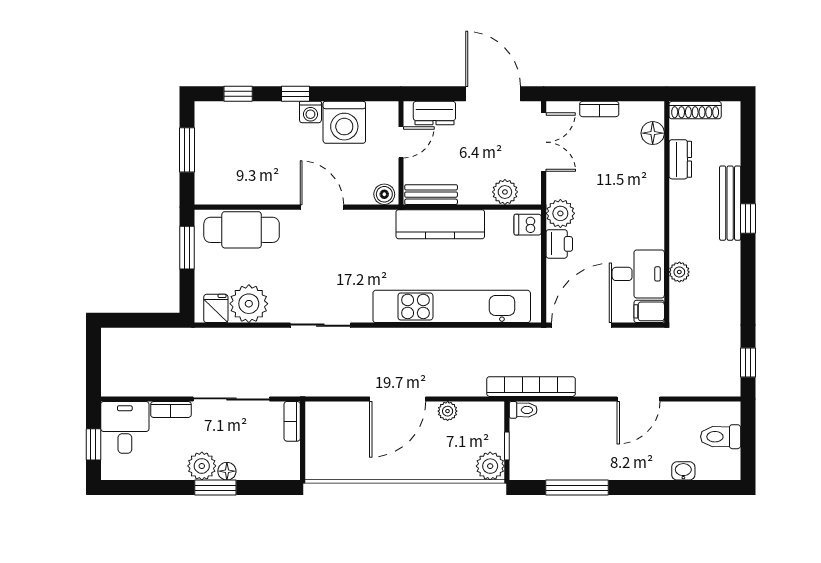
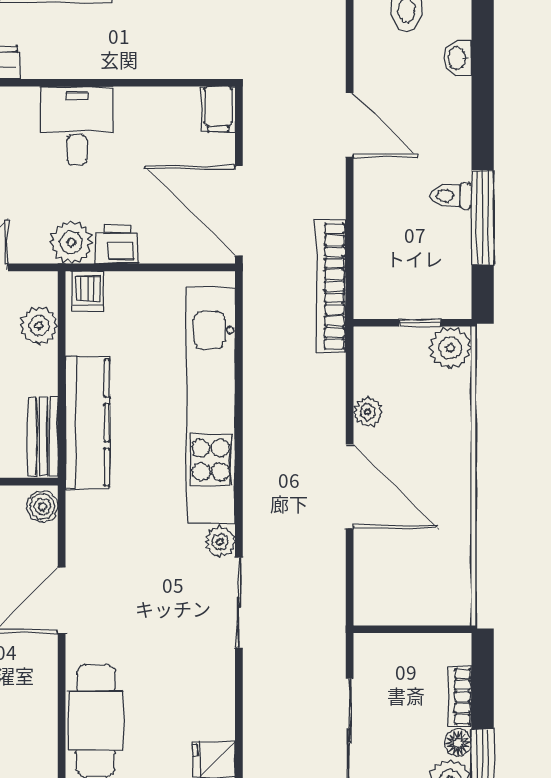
plant: (679, 272) -> (159, 64), removed
desk: (638, 274) -> (77, 126), moved
plant: (249, 304) -> (220, 542), moved, width x0.53, depth x0.53
toilet: (523, 410) -> (451, 196), moved, turned -90
bookcase: (292, 421) -> (460, 696), moved, turned 90

